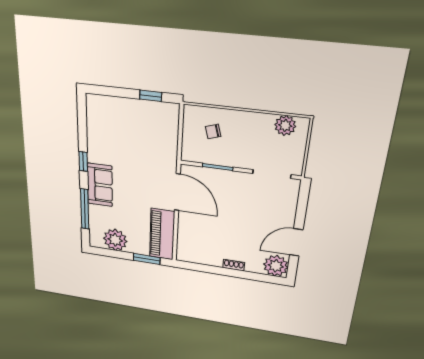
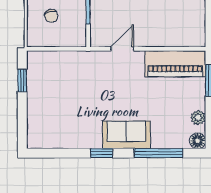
door: (177, 192) -> (122, 49), width x0.53
plant: (115, 240) -> (198, 118), width x0.53, depth x0.53
floor lamp: (96, 241) -> (198, 141), added

